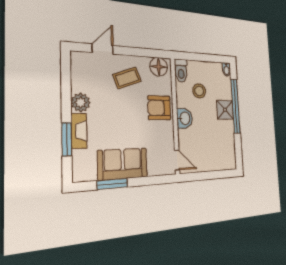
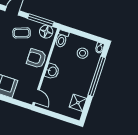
window: (146, 53) -> (41, 20), added
stool: (199, 91) -> (83, 53), moved
shower: (225, 110) -> (78, 103), moved

